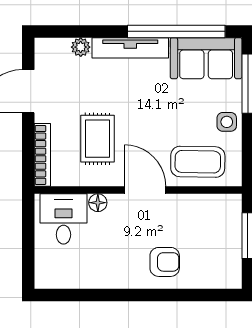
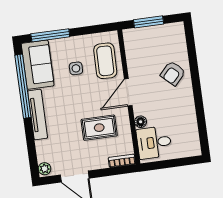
plant: (81, 47) -> (45, 169), moved
side table: (227, 122) -> (76, 68), moved
bookcase: (42, 155) -> (122, 161), width x0.64
armchair: (165, 262) -> (173, 73), turned -137

